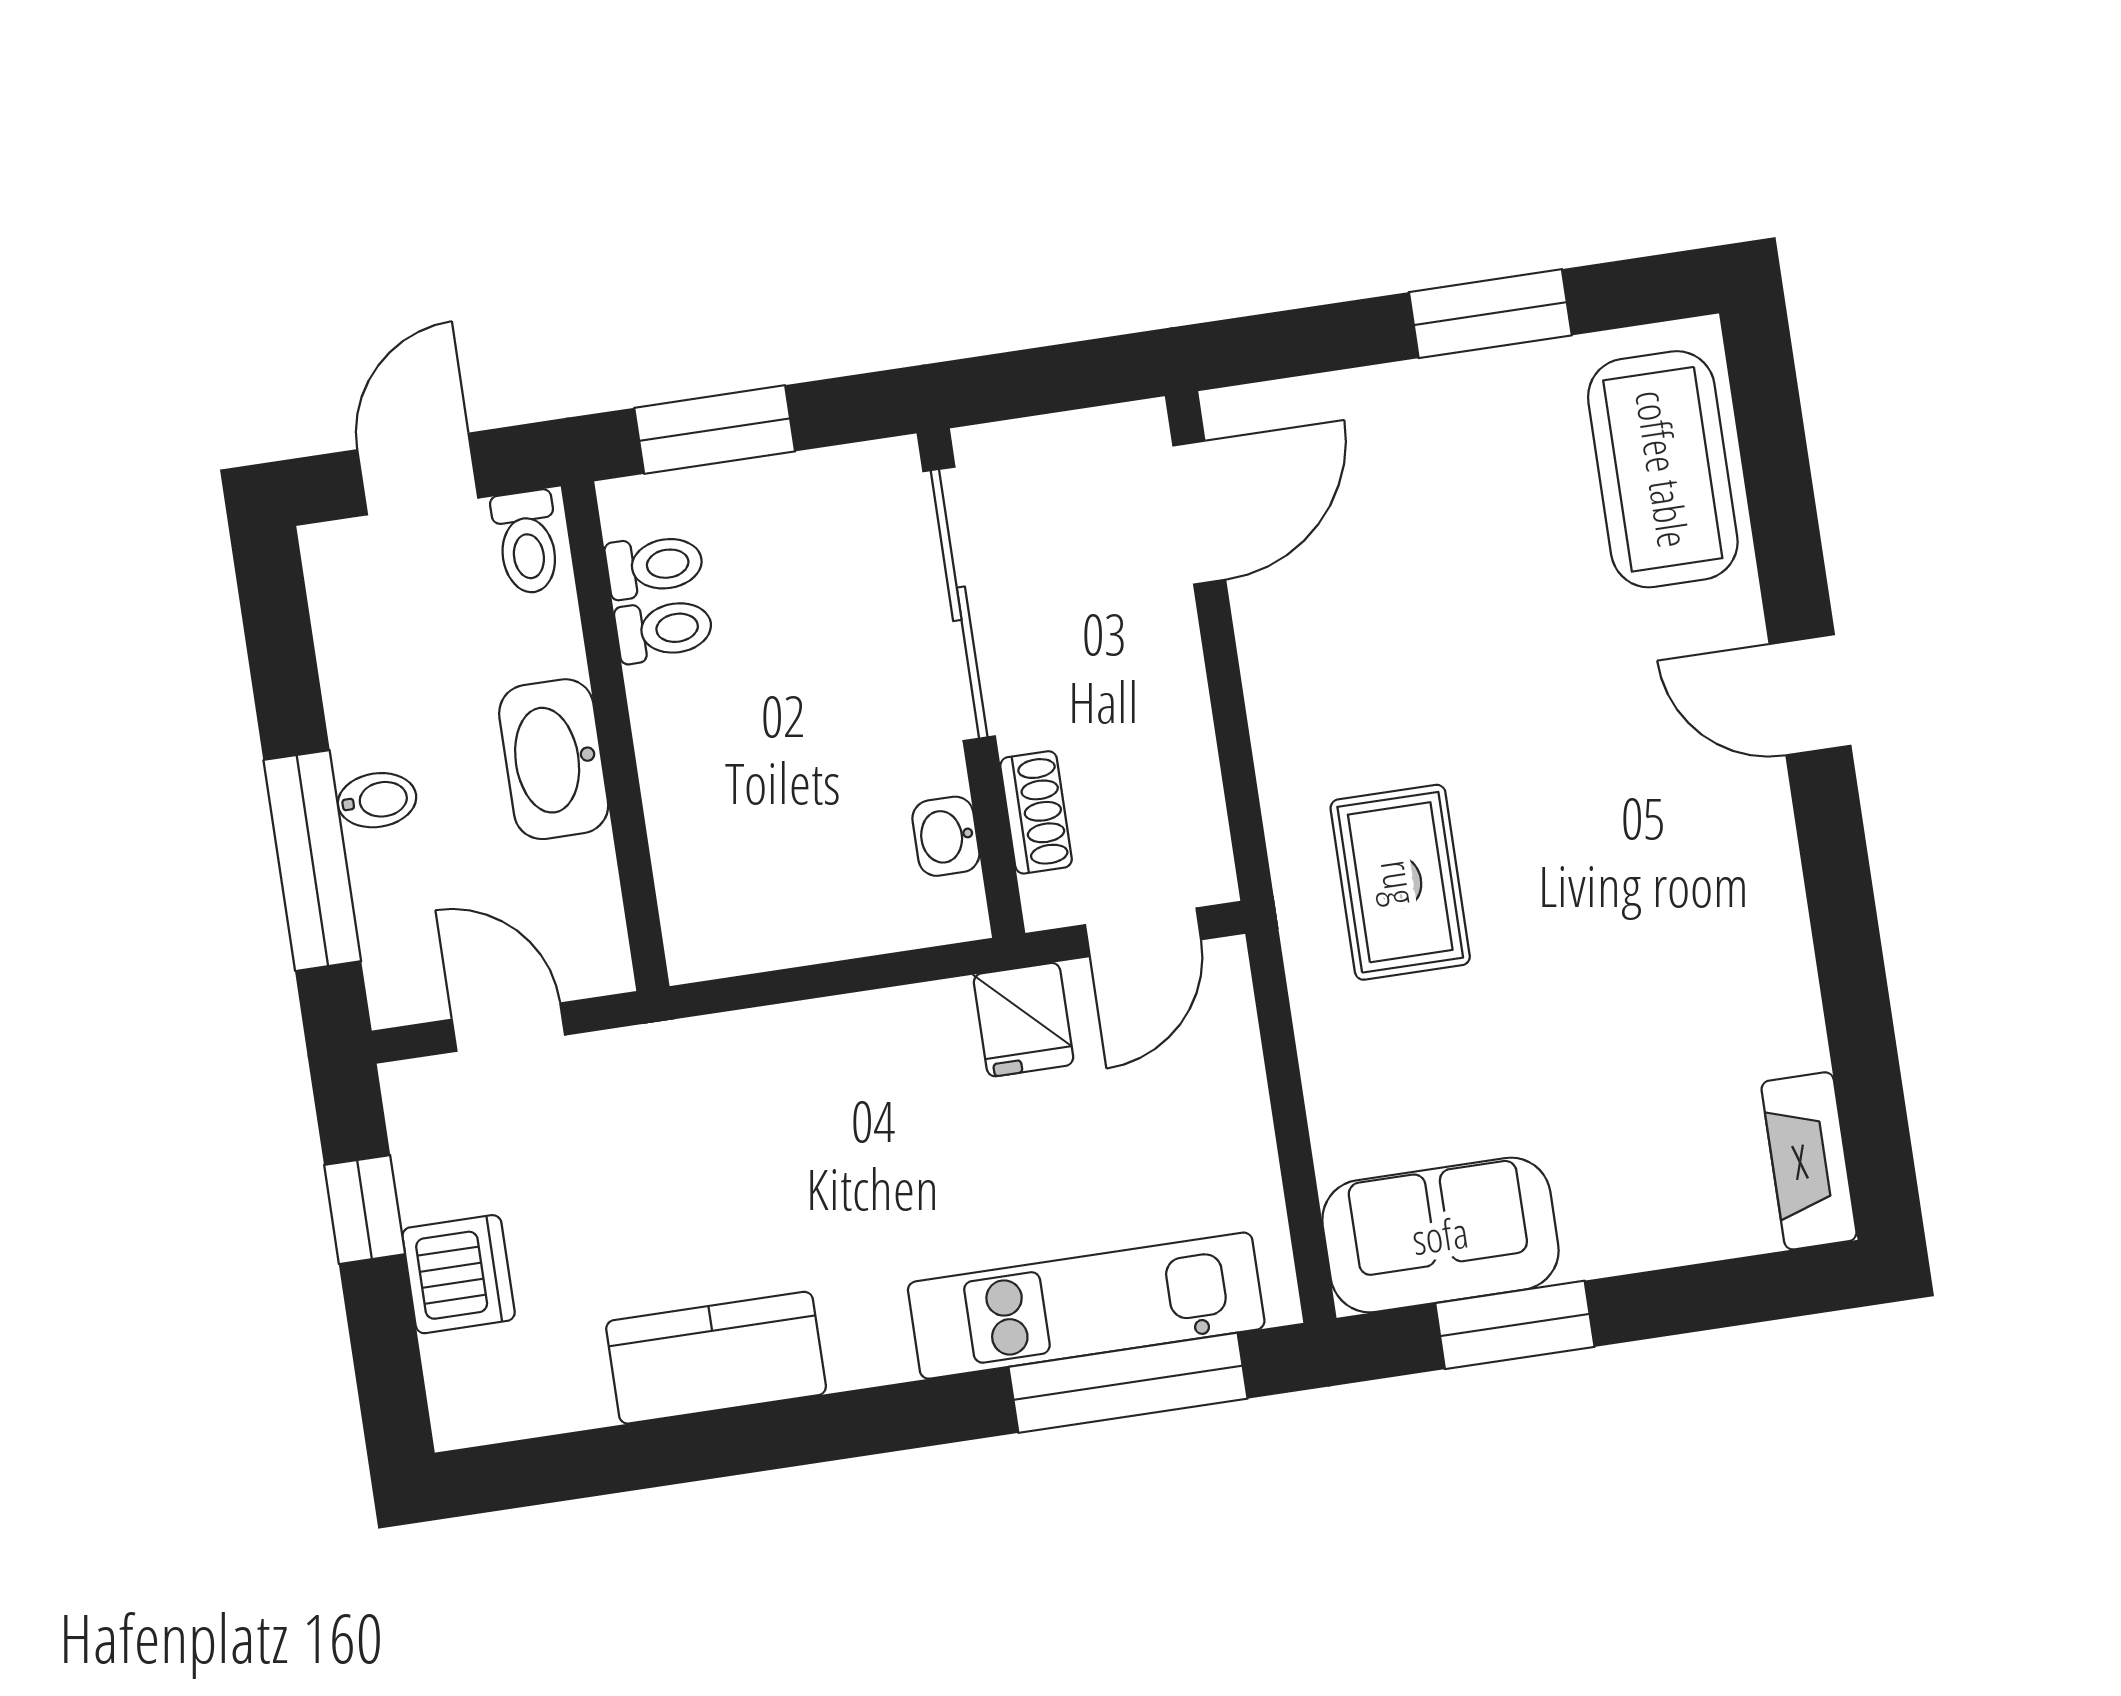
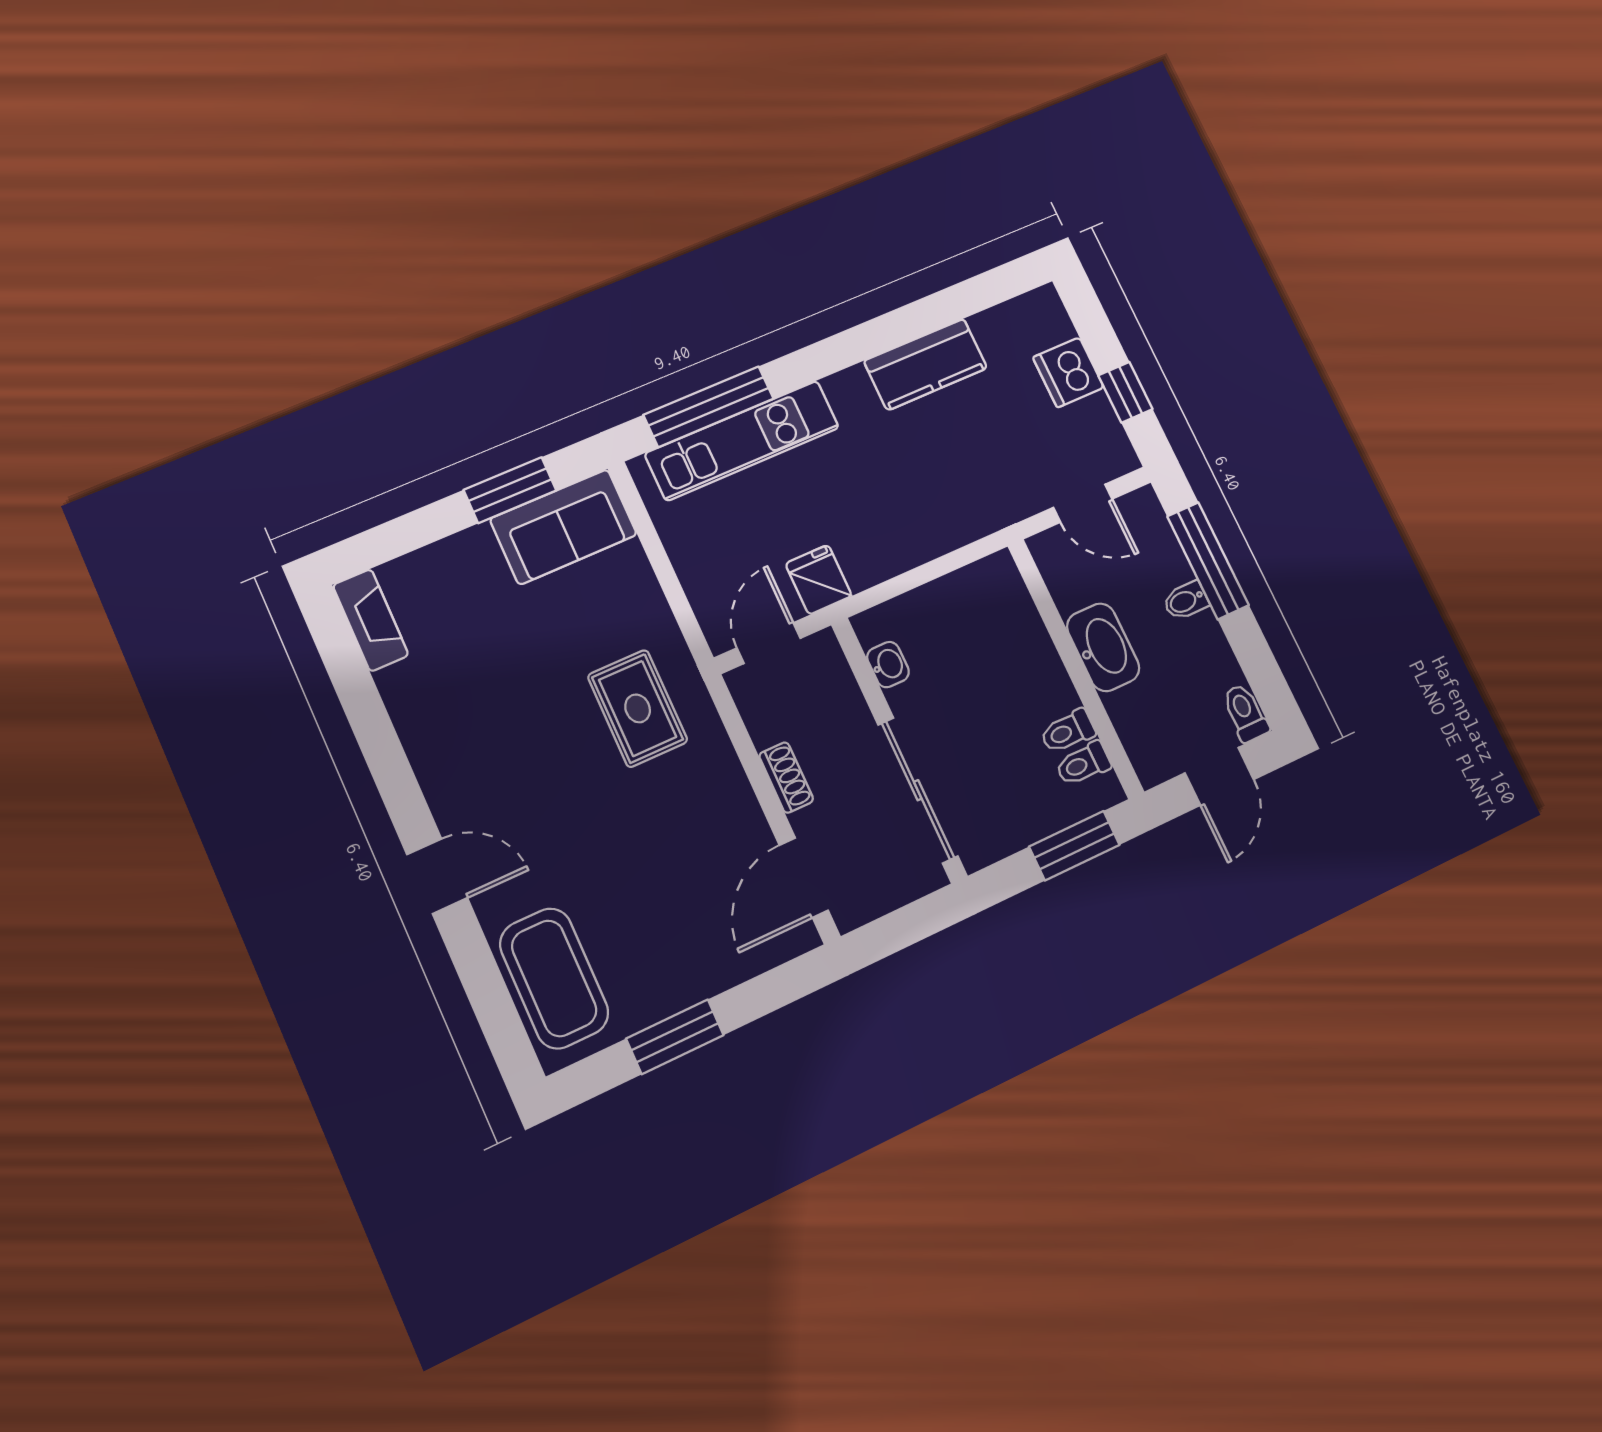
toilet: (527, 542) -> (1245, 713), moved
shoe rack: (1036, 812) -> (786, 778), moved, turned 180

